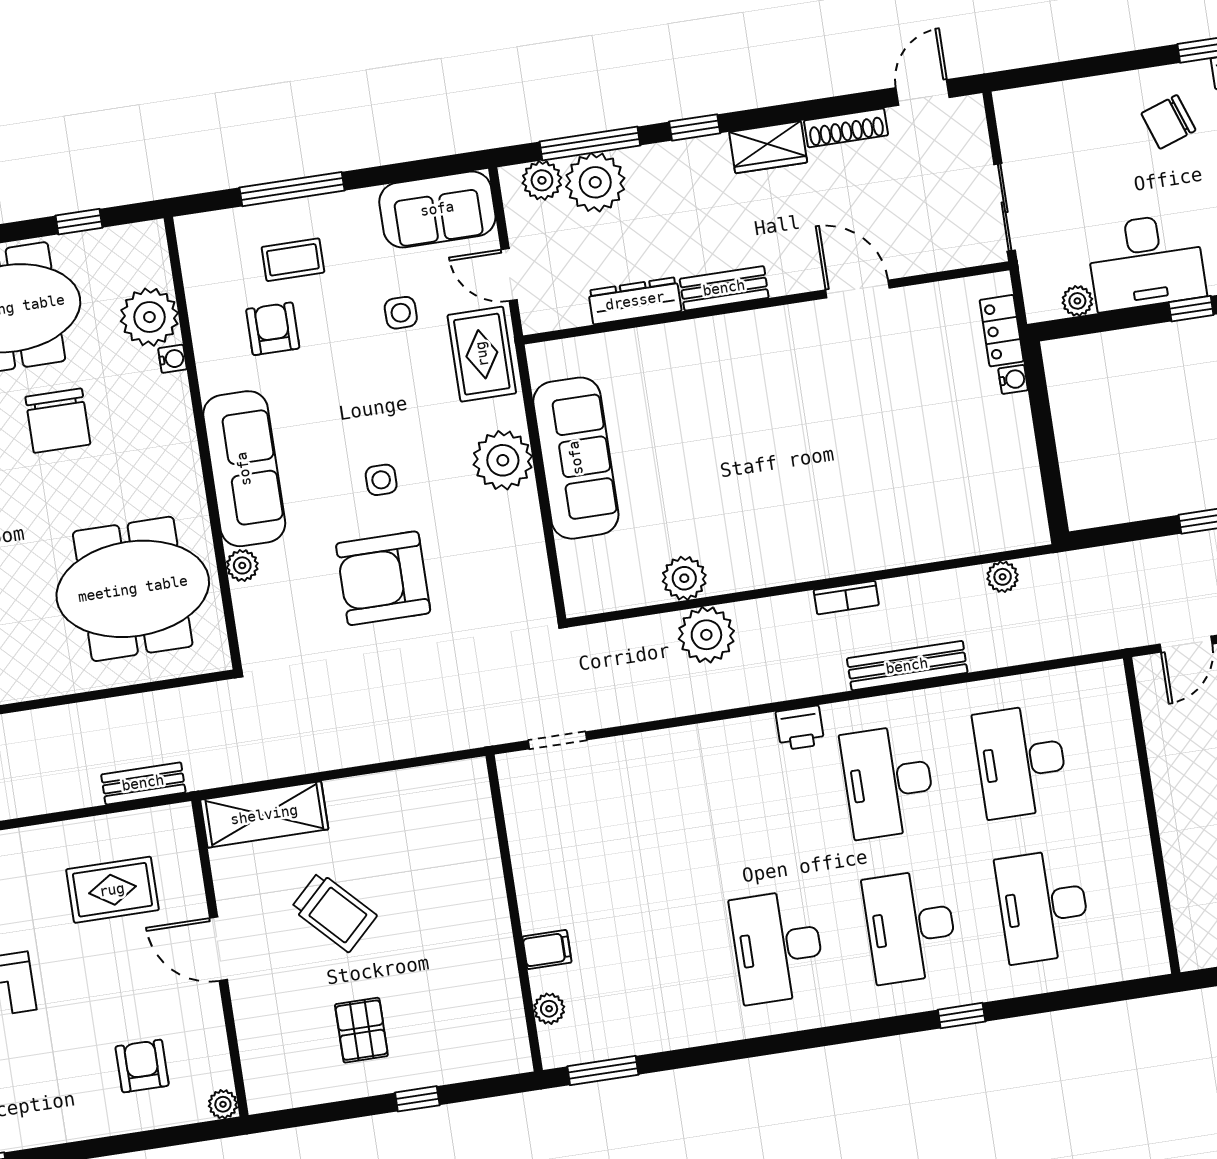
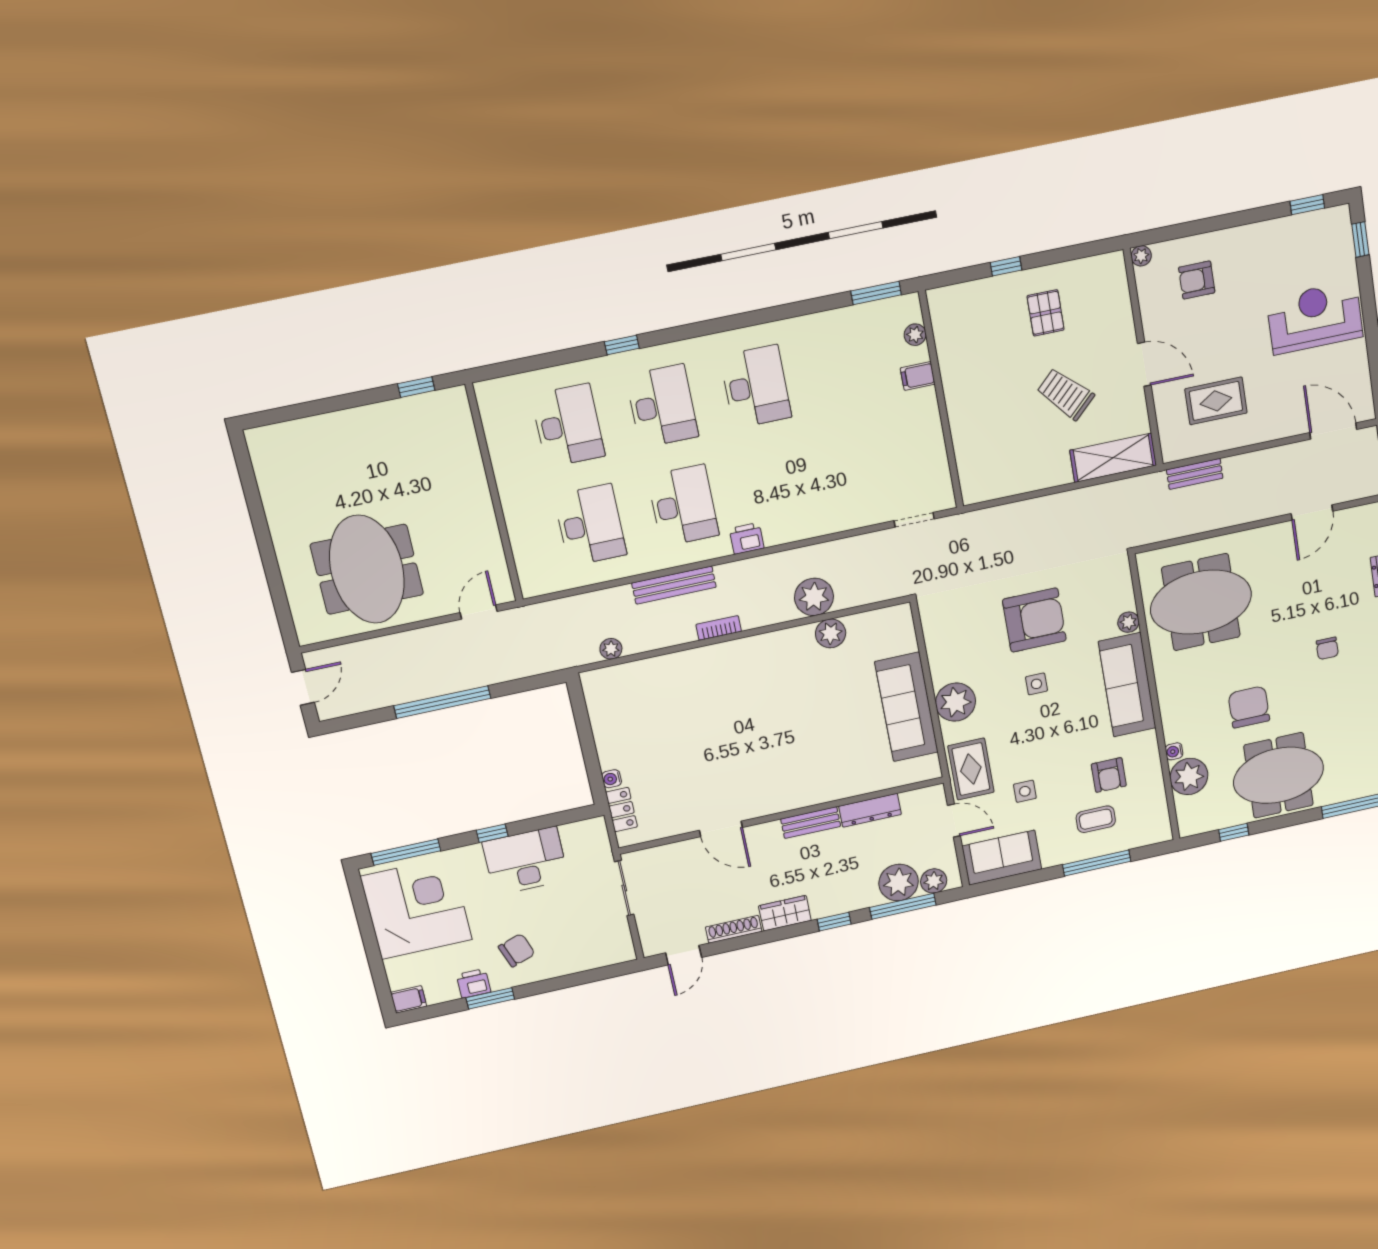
plant: (1077, 301) -> (571, 832), removed
armchair: (142, 1066) -> (1197, 280), turned 90

